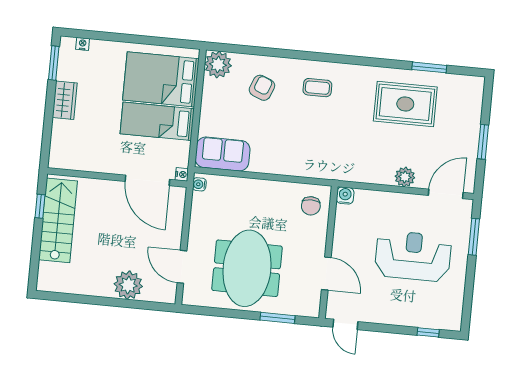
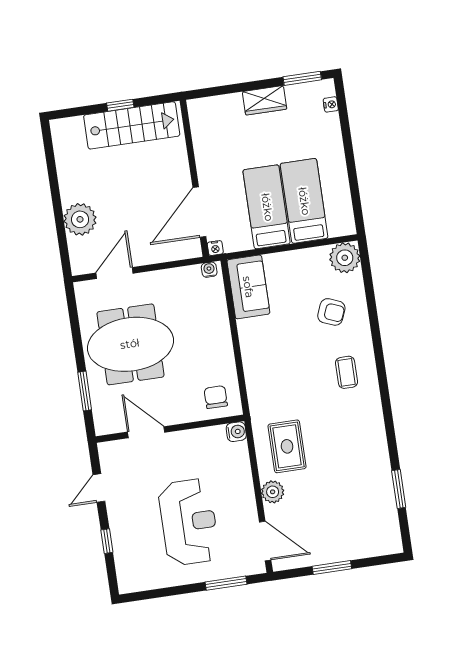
bed: (161, 79) -> (304, 201), width x0.67
rug: (405, 104) -> (287, 446), moved, width x0.73, depth x0.70
window: (40, 206) -> (120, 105), moved
chair: (311, 206) -> (216, 397), turned 90
door: (326, 274) -> (146, 432), swing flipped
door: (345, 324) -> (99, 488), moved
window: (428, 332) -> (107, 541), moved

